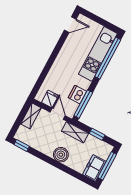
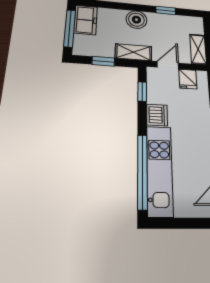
dishwasher: (77, 94) -> (157, 115), moved
window: (83, 104) -> (142, 91), width x0.46
door: (58, 114) -> (168, 65), swing flipped
window: (22, 145) -> (166, 10), moved

